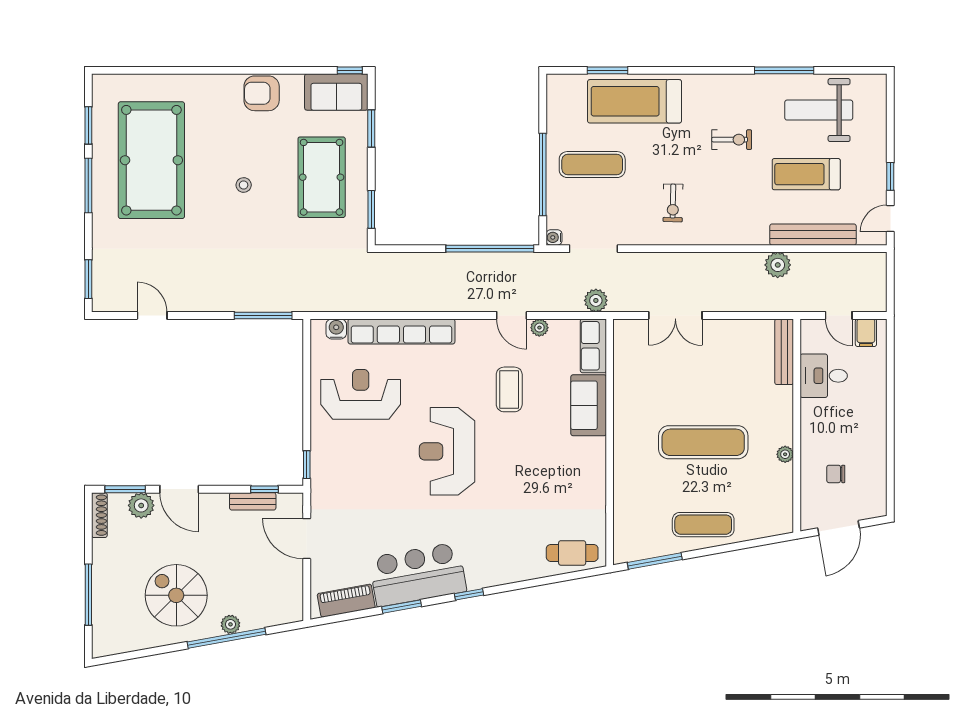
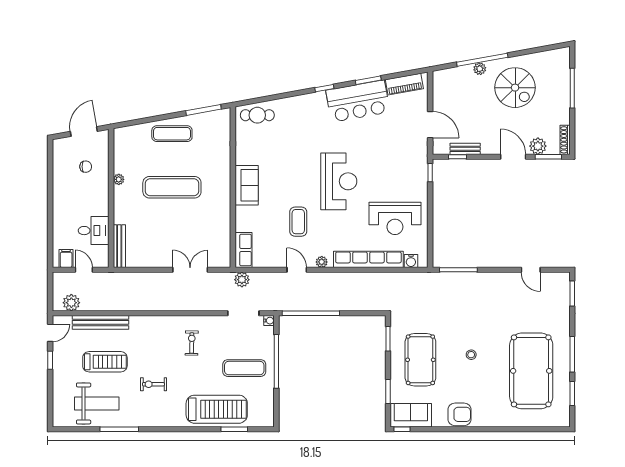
plant: (778, 265) -> (71, 303), moved
plant: (539, 328) -> (322, 262), moved
sofa: (589, 405) -> (247, 185), moved

